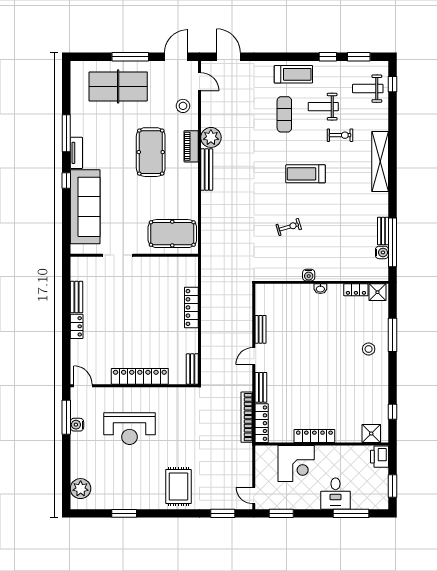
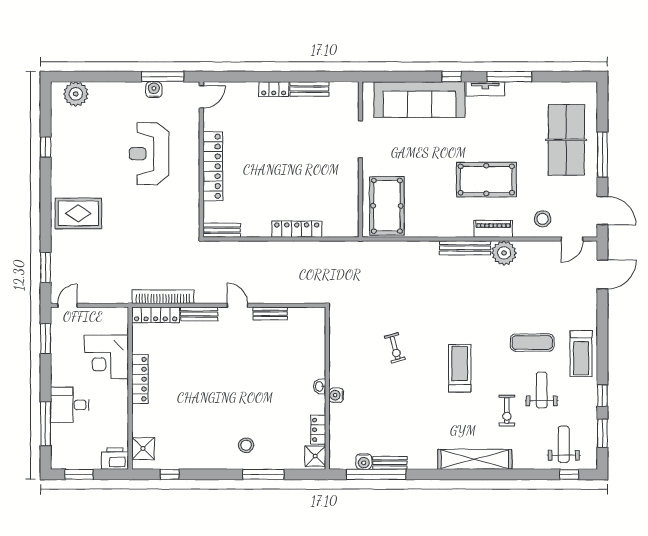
water cooler: (309, 275) -> (336, 395), moved
window: (124, 513) -> (46, 147), width x0.67

